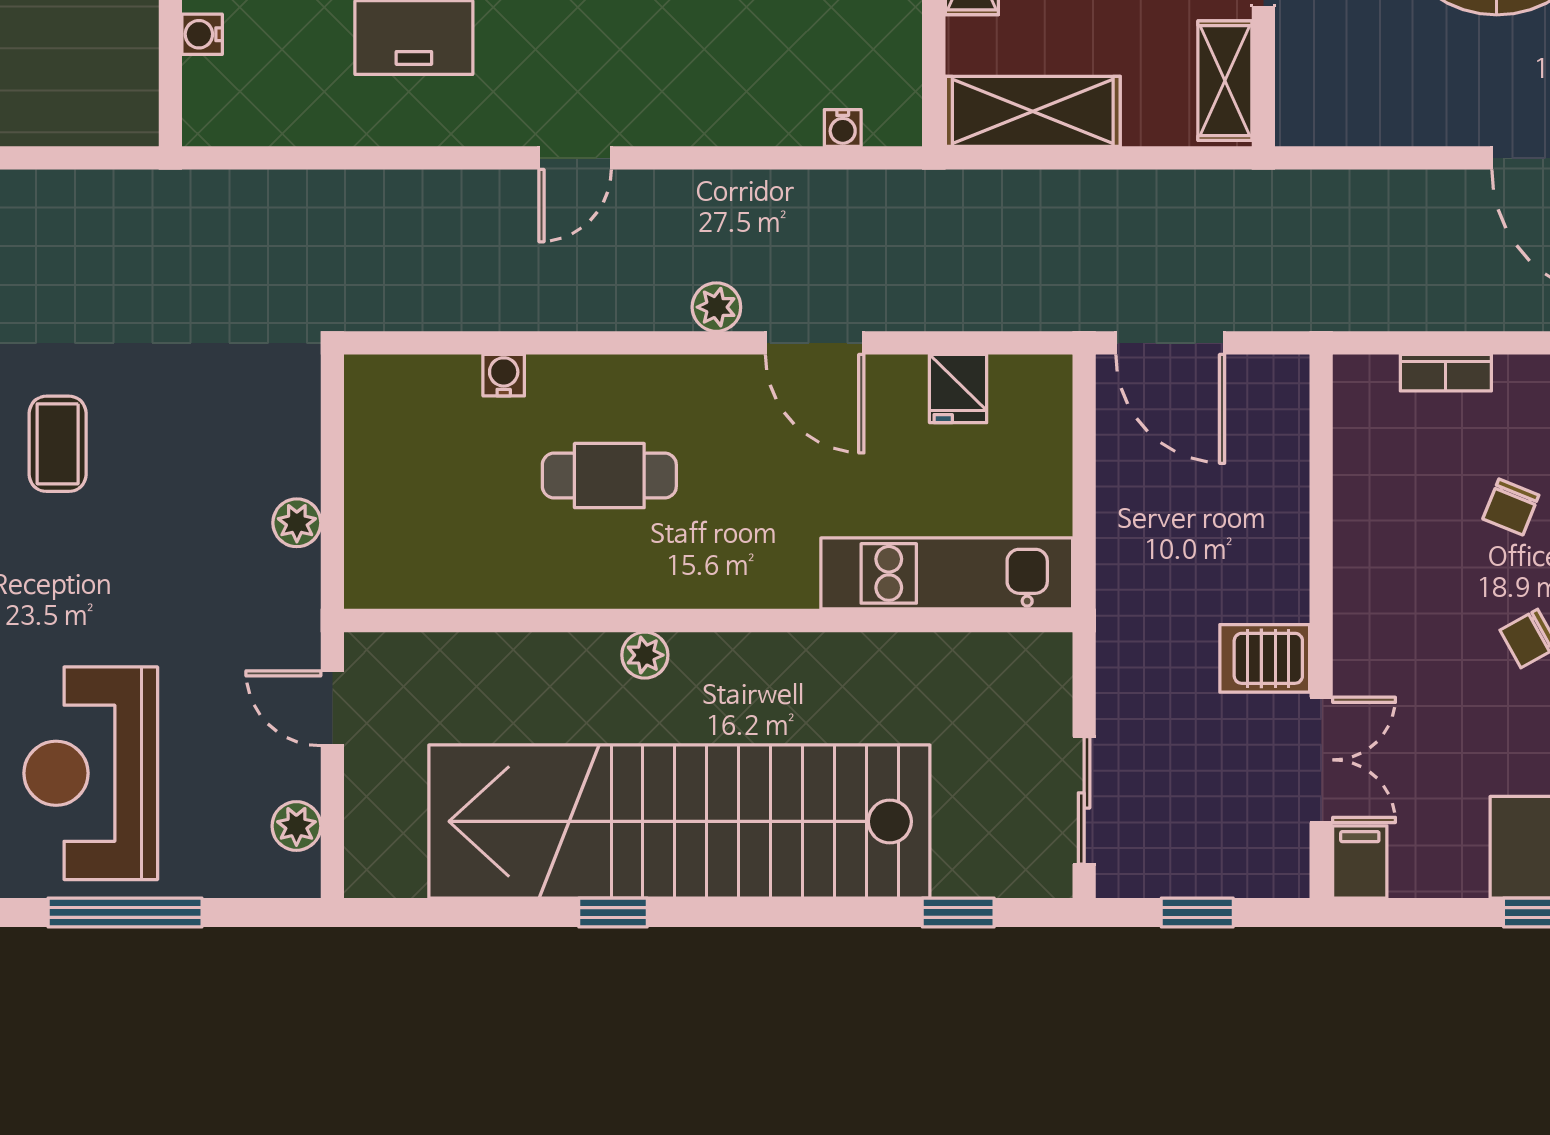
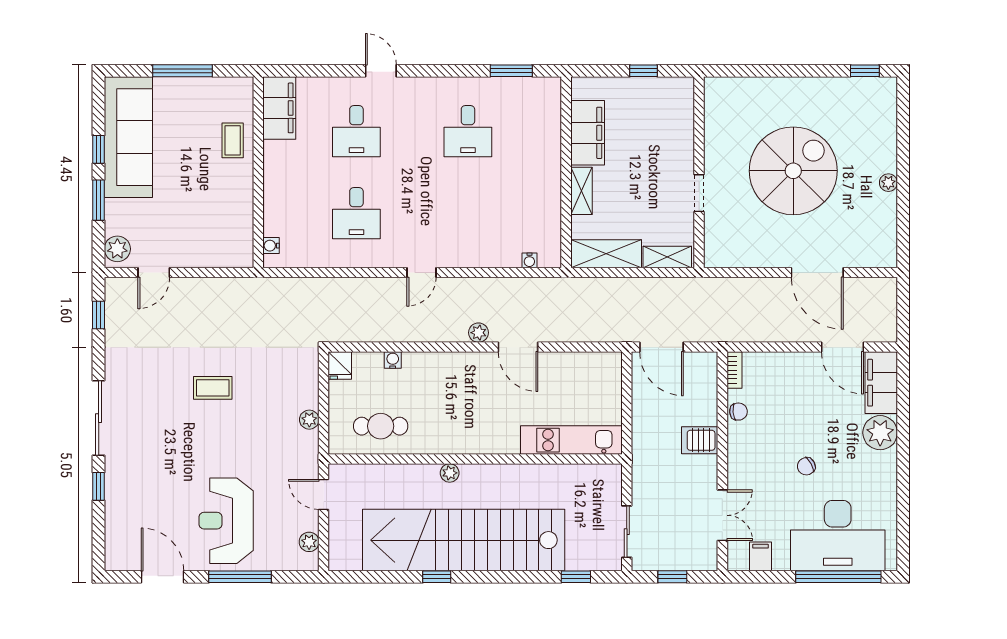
water cooler: (202, 34) -> (271, 246), moved
shelving: (1225, 81) -> (667, 257), moved, turned 90
bookcase: (1446, 373) -> (734, 370), moved, turned -90
fridge: (958, 389) -> (340, 365), moved
coffee table: (58, 444) -> (213, 388), turned 90
cafe table: (609, 476) -> (381, 426), moved
chair: (1511, 507) -> (738, 412), moved, turned -117
server rack: (1265, 658) -> (700, 440), moved
filing cabinet: (1360, 862) -> (761, 556), moved

